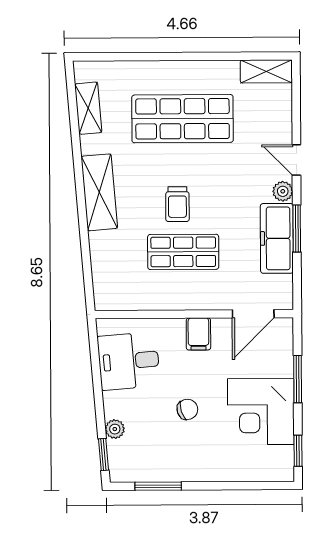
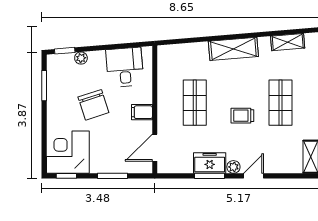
shop shelf: (183, 119) -> (281, 103), width x0.70, depth x0.74
trolley: (177, 204) -> (242, 116), moved
freezer: (277, 238) -> (210, 163), width x0.71
door: (253, 314) -> (155, 148), hinge flipped
chair: (187, 409) -> (93, 105), width x1.87, depth x1.87
corner desk: (261, 412) -> (68, 152), moved

